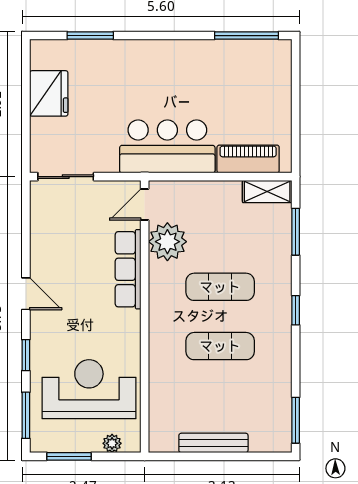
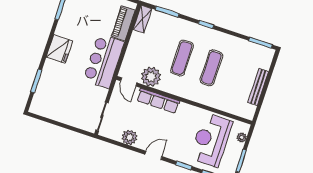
fridge: (49, 93) -> (59, 49), moved, turned 90
plant: (44, 239) -> (129, 137), added

